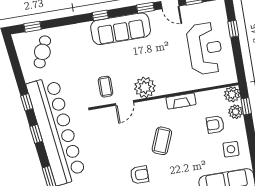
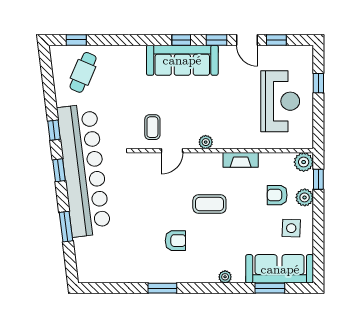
window: (100, 15) -> (181, 40), moved
plant: (145, 87) -> (206, 142), width x0.53, depth x0.53
plant: (236, 112) -> (305, 197), moved
coffee table: (162, 141) -> (209, 204), turned 68

